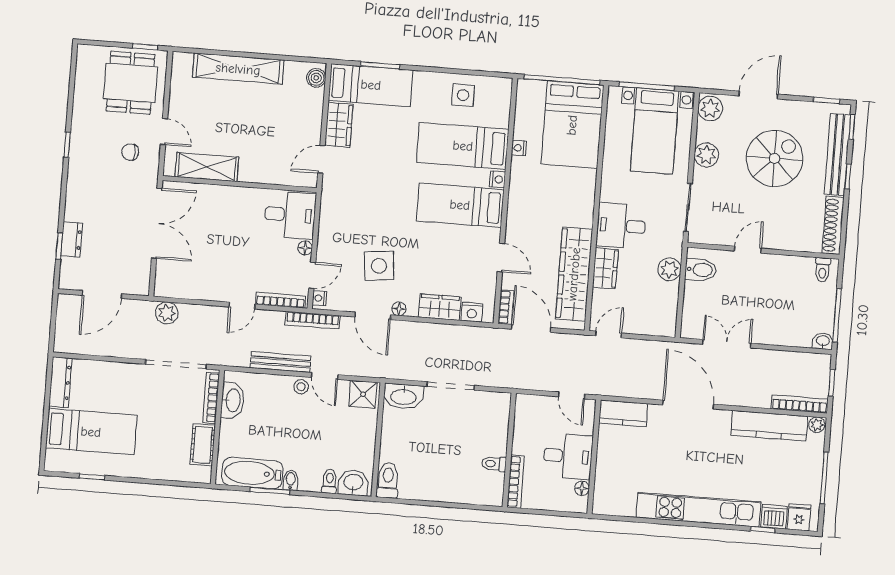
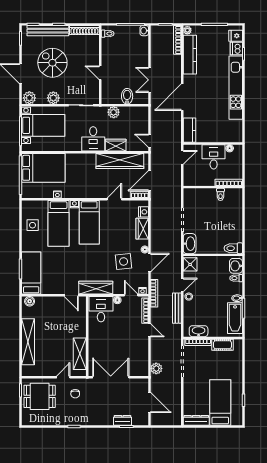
wardrobe: (339, 125) -> (96, 288), moved, width x1.50
bidet: (701, 270) -> (127, 96), moved

